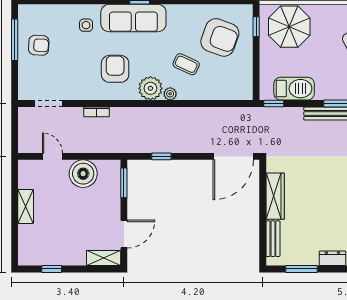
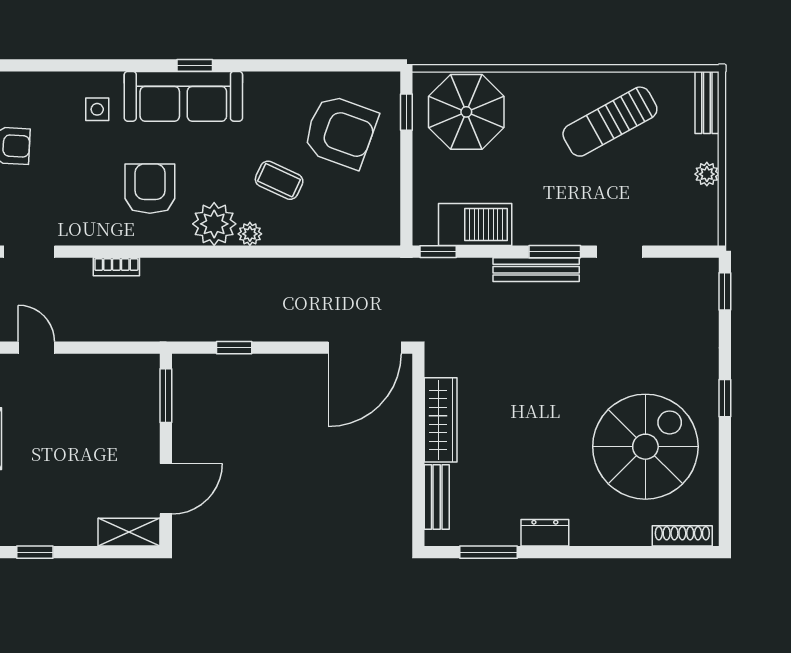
boiler: (83, 174) -> (92, 379), removed

